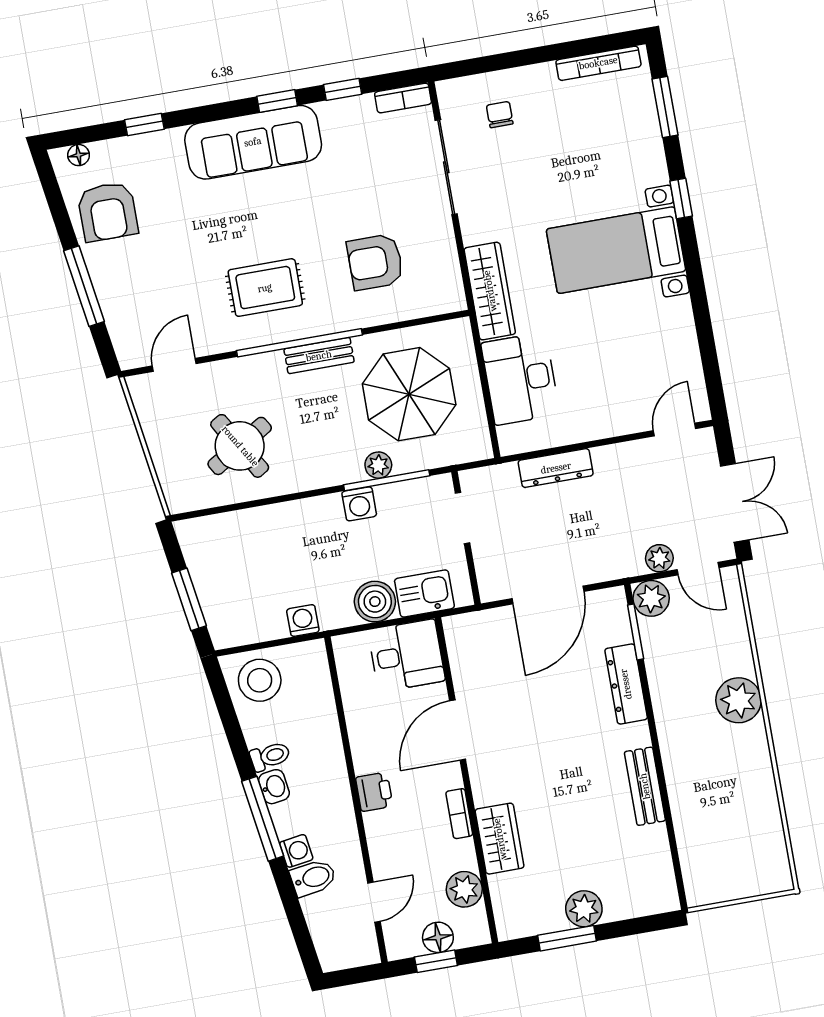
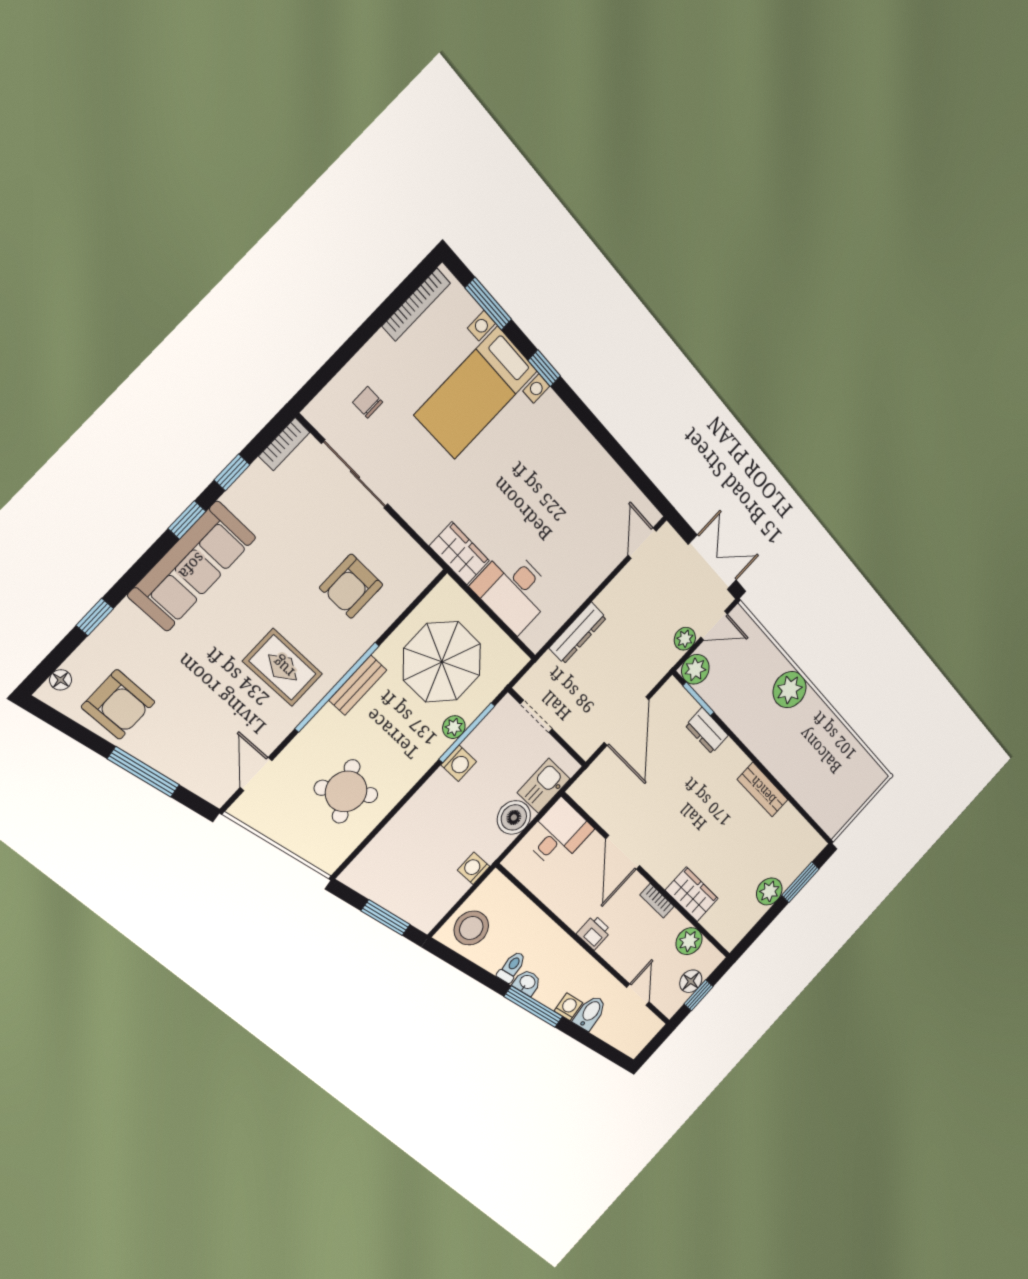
bed with nightstands: (616, 250) -> (476, 393), moved
rug: (265, 288) -> (283, 667), turned 90
wardrobe: (490, 291) -> (459, 553), width x0.67
dresser: (626, 684) -> (707, 731), width x0.70
window: (567, 938) -> (800, 882), moved

